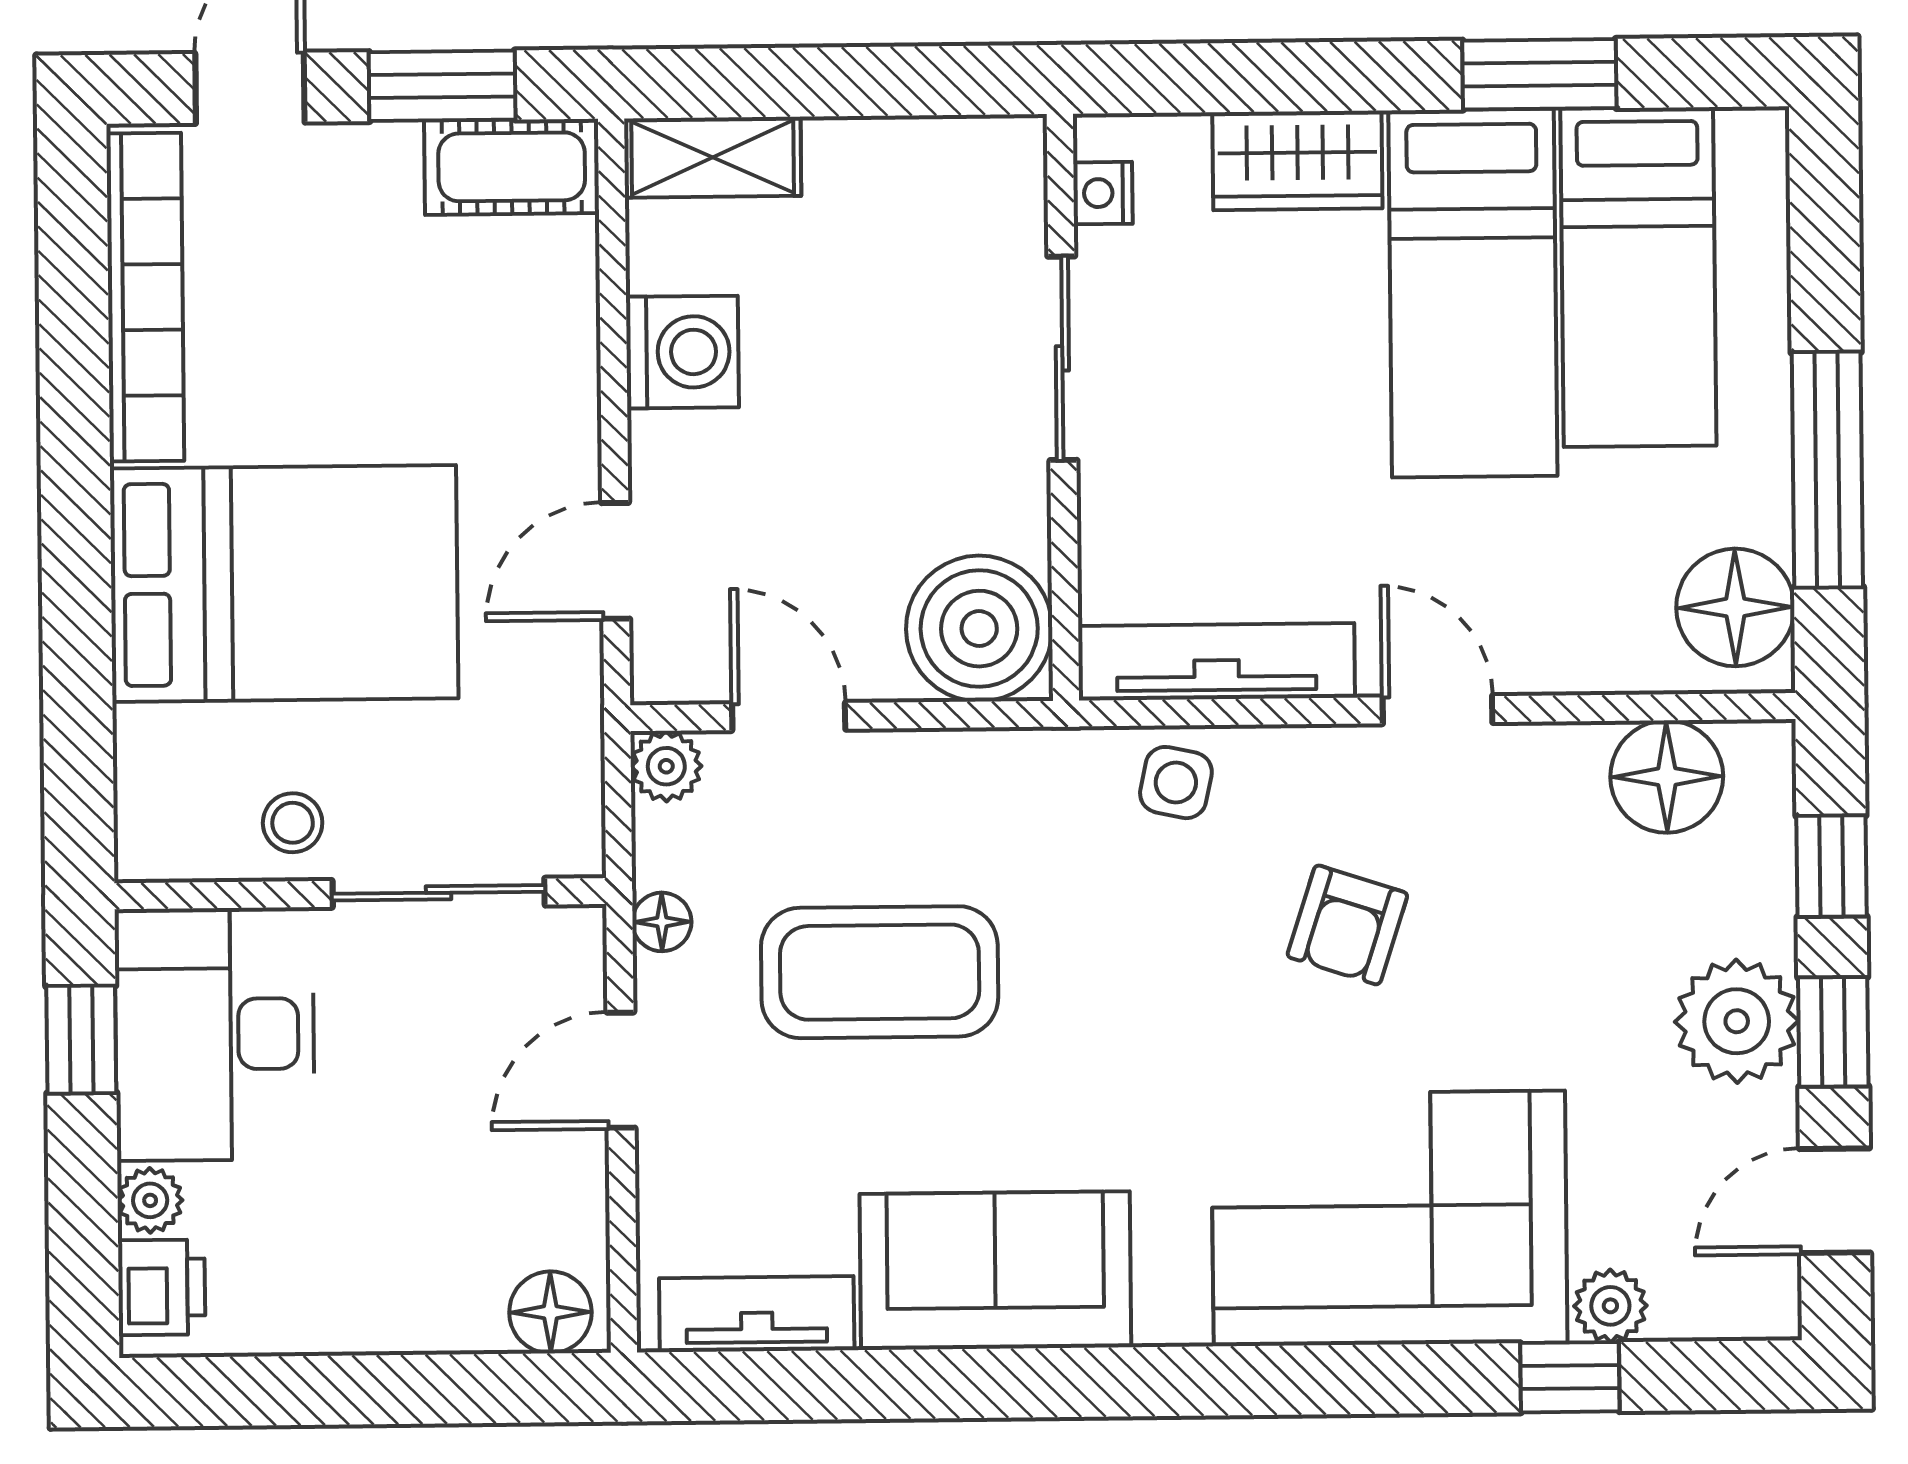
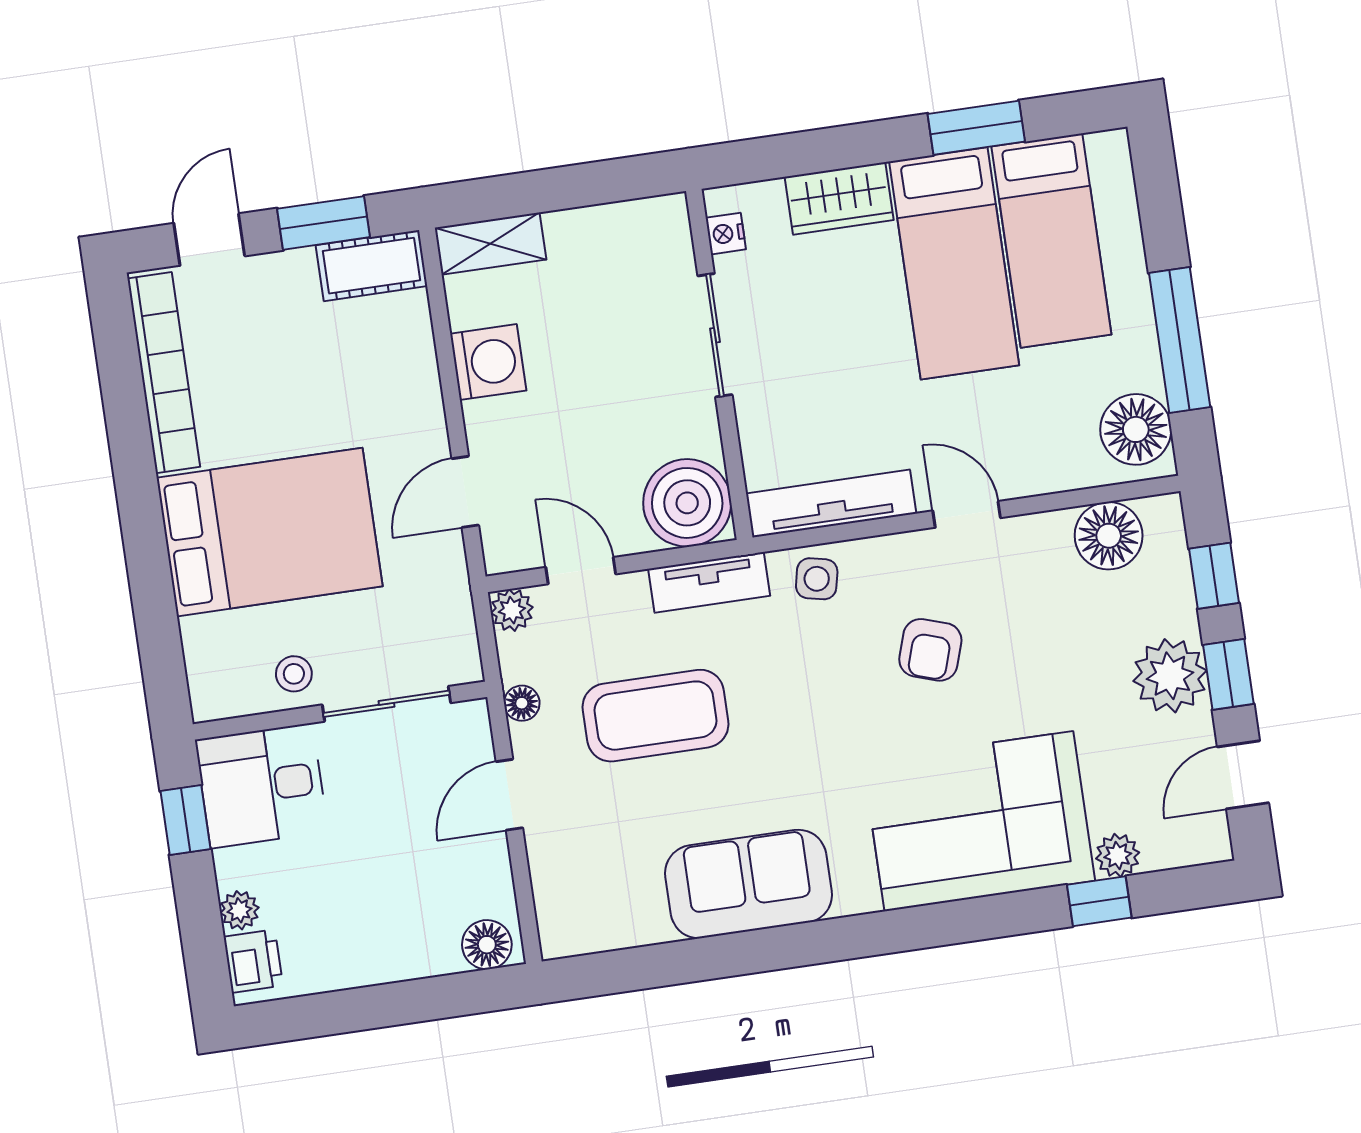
desk: (215, 1034) -> (262, 786), width x0.73
tv unit: (757, 1314) -> (709, 582), moved, turned 180

